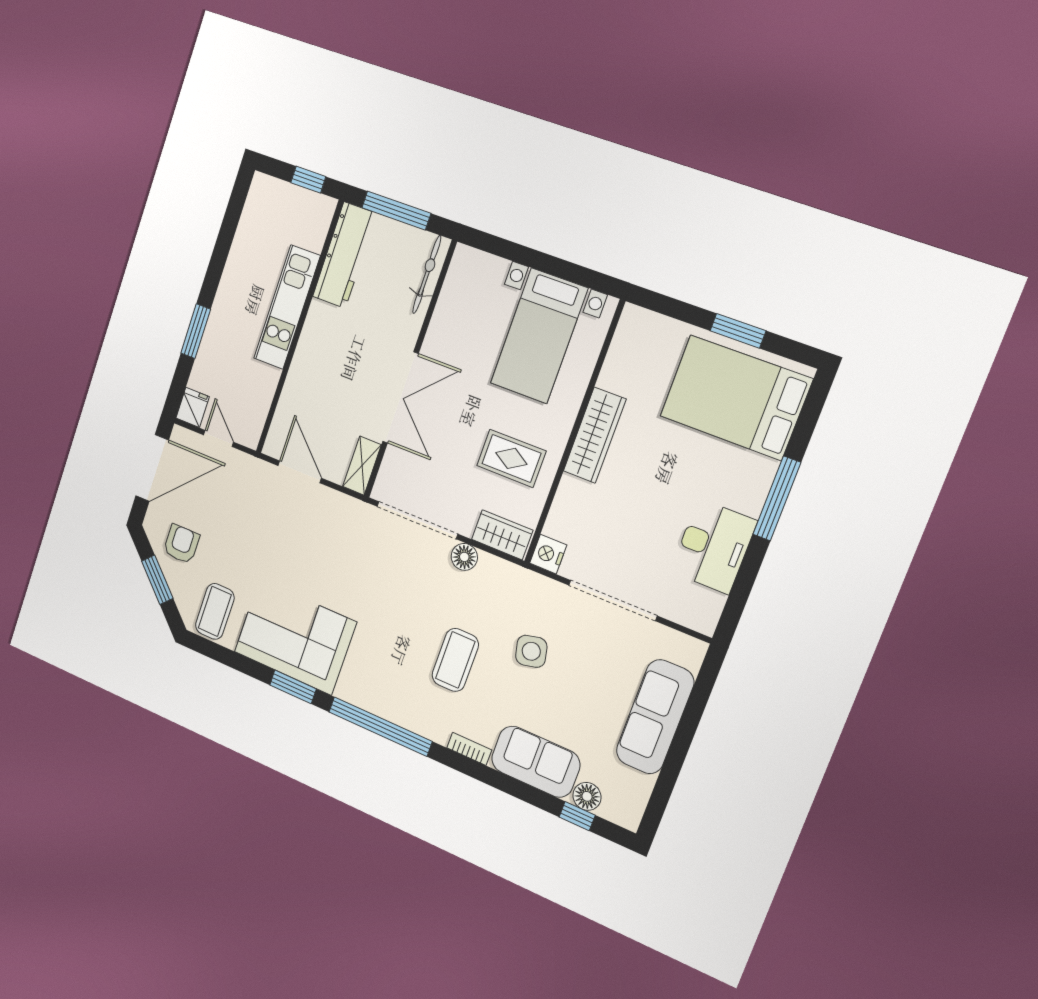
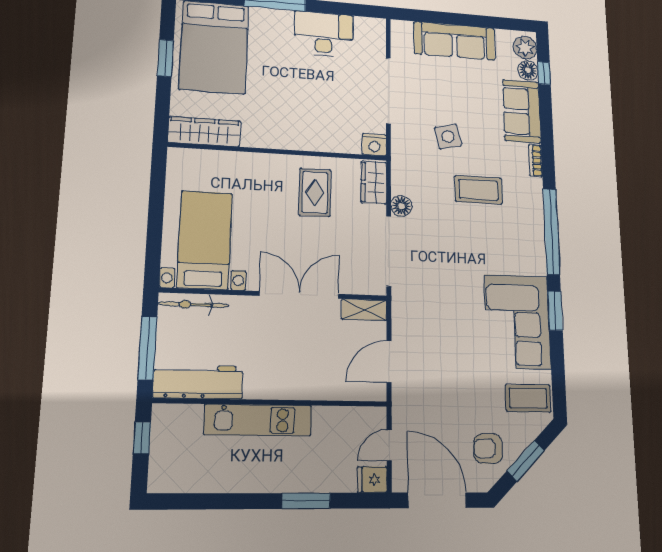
bed with nightstands: (539, 336) -> (205, 240), moved, turned -90
wardrobe: (595, 435) -> (204, 132), moved
plant: (619, 808) -> (525, 48), added

